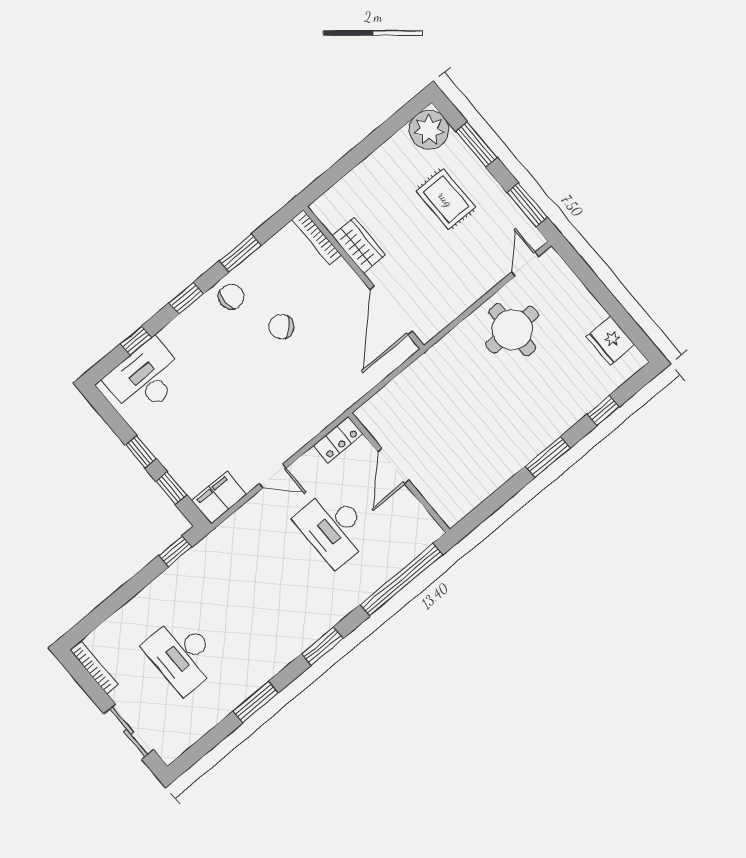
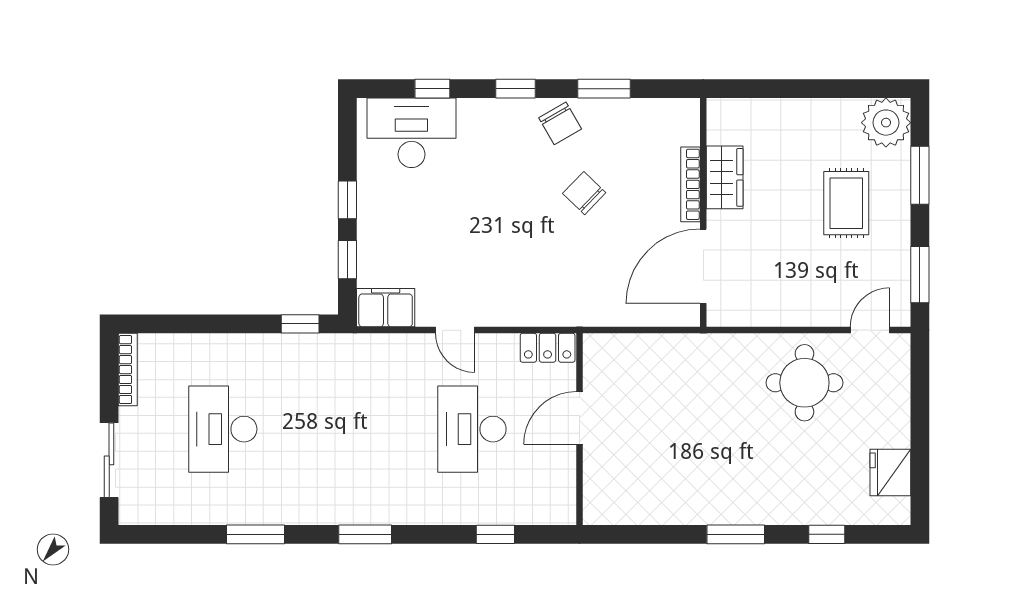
bookcase: (317, 237) -> (691, 184), moved
chair: (231, 297) -> (560, 123), turned 60
window: (402, 580) -> (495, 534), width x0.32

